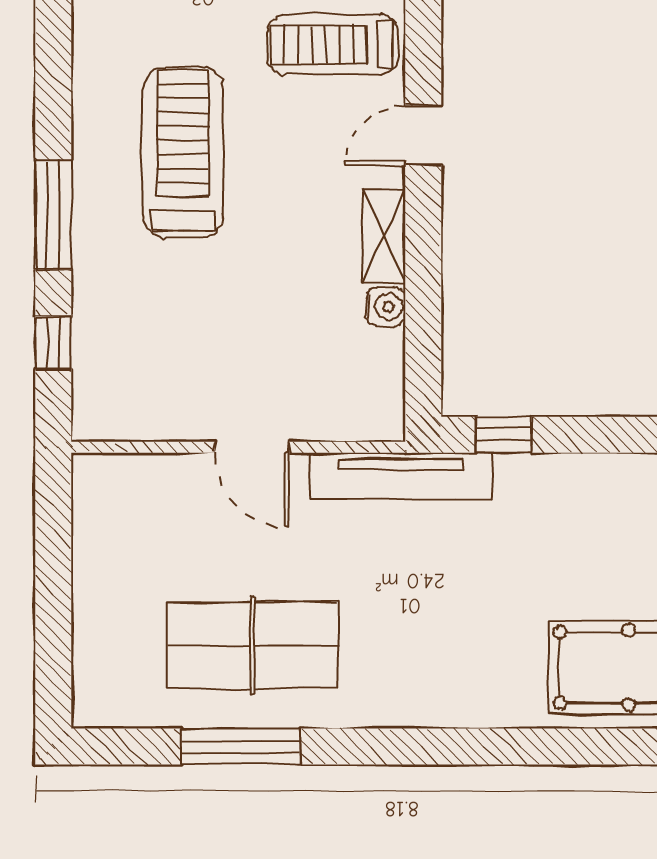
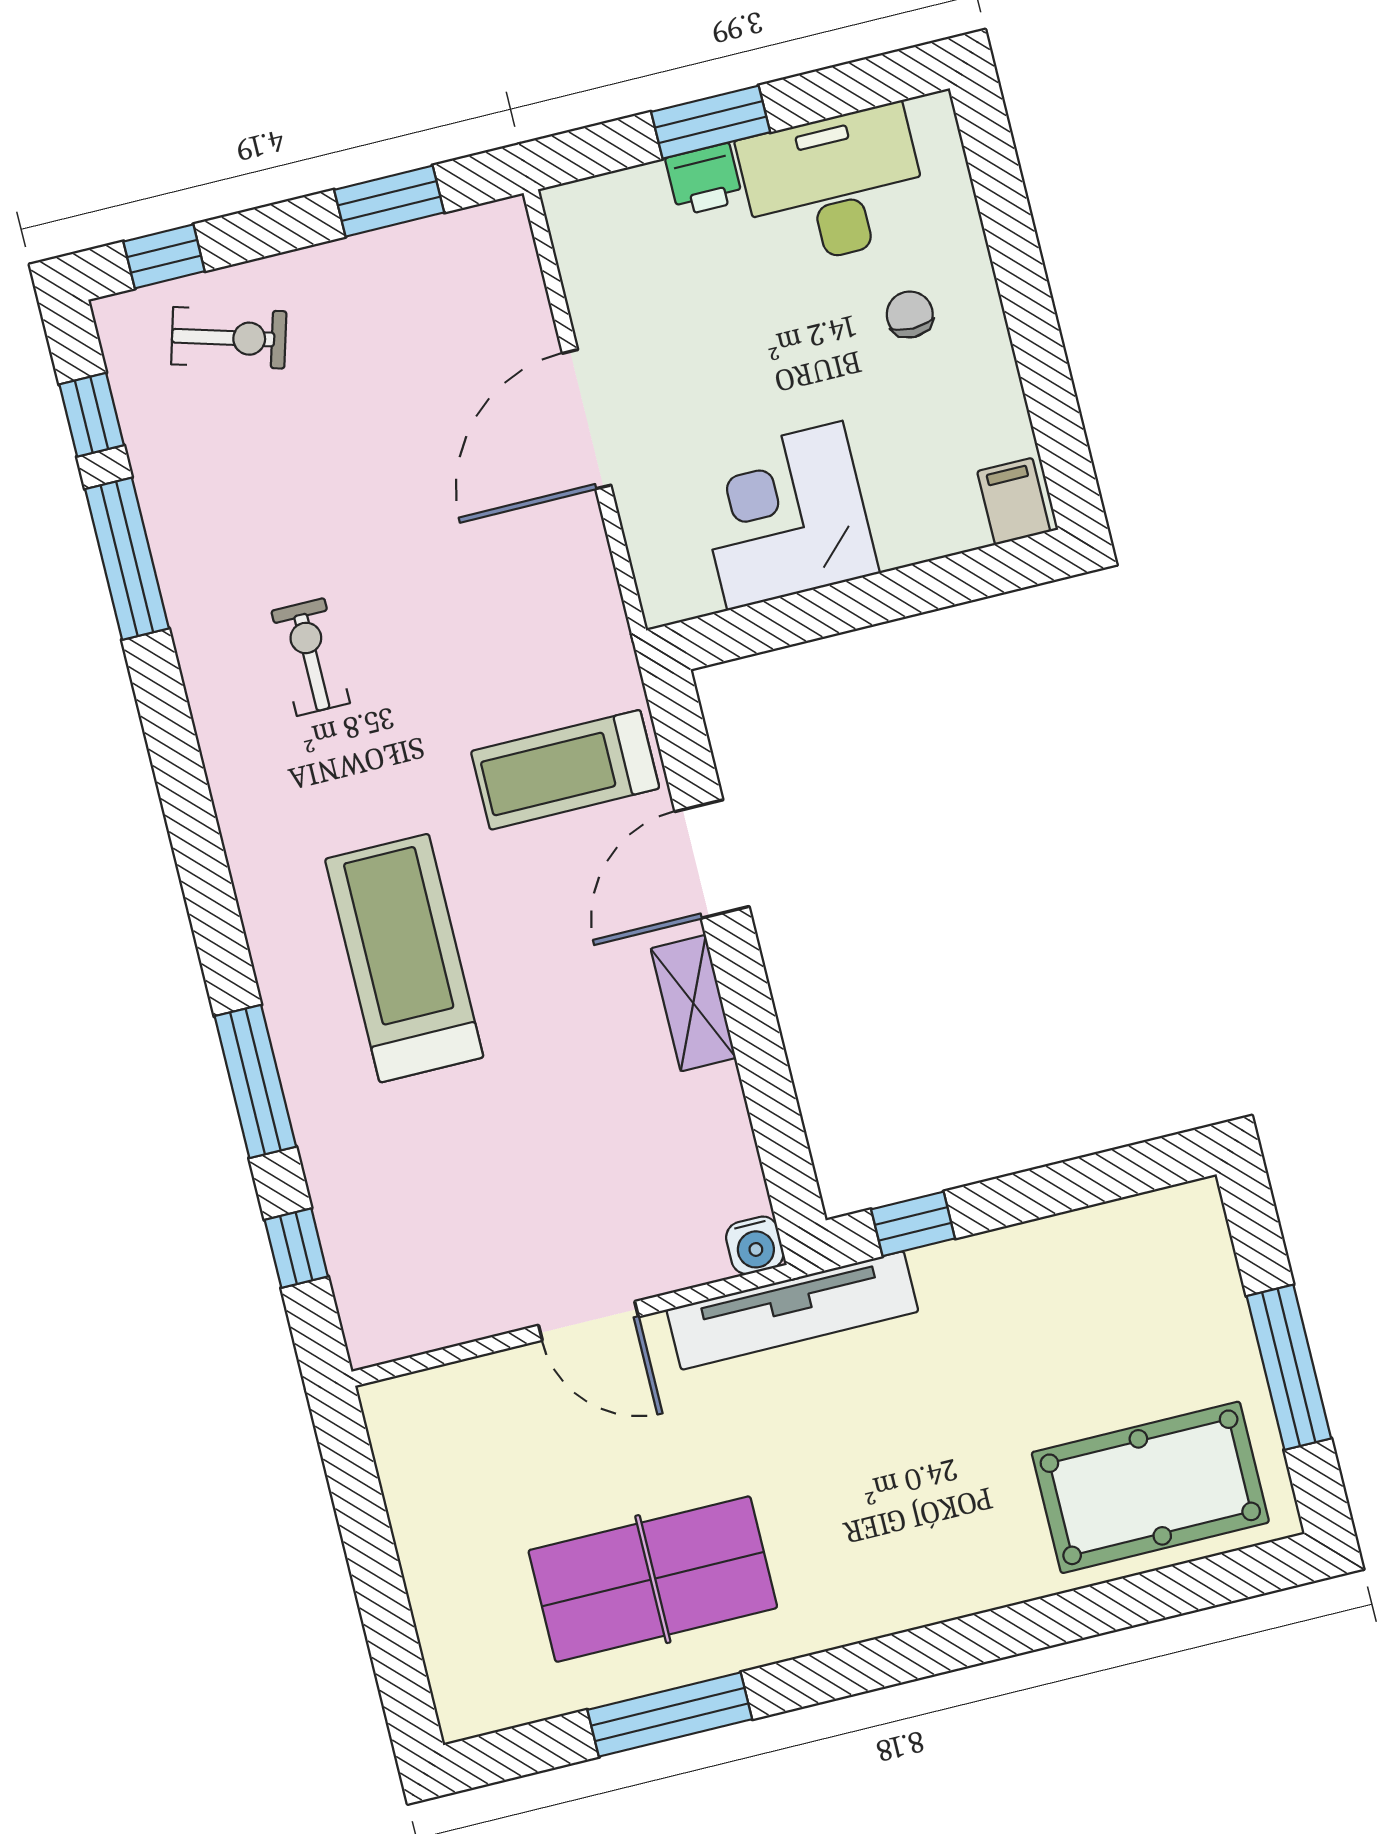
door: (423, 135) -> (712, 859), width x1.38
water cooler: (386, 307) -> (755, 1245), moved, turned 90

